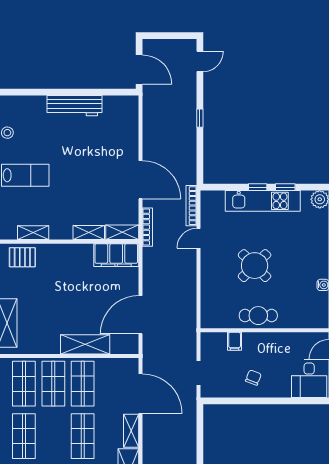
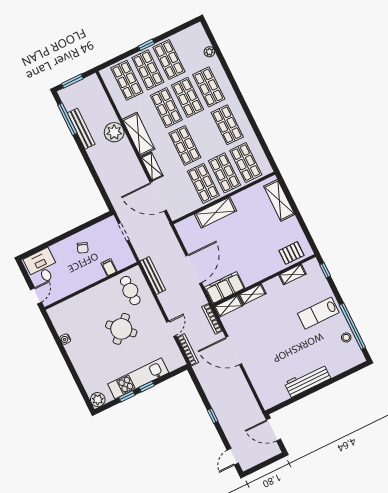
bench: (190, 308) -> (153, 276), added
door: (140, 315) -> (194, 269), moved
cafe table: (258, 316) -> (130, 291), moved, turned 90

